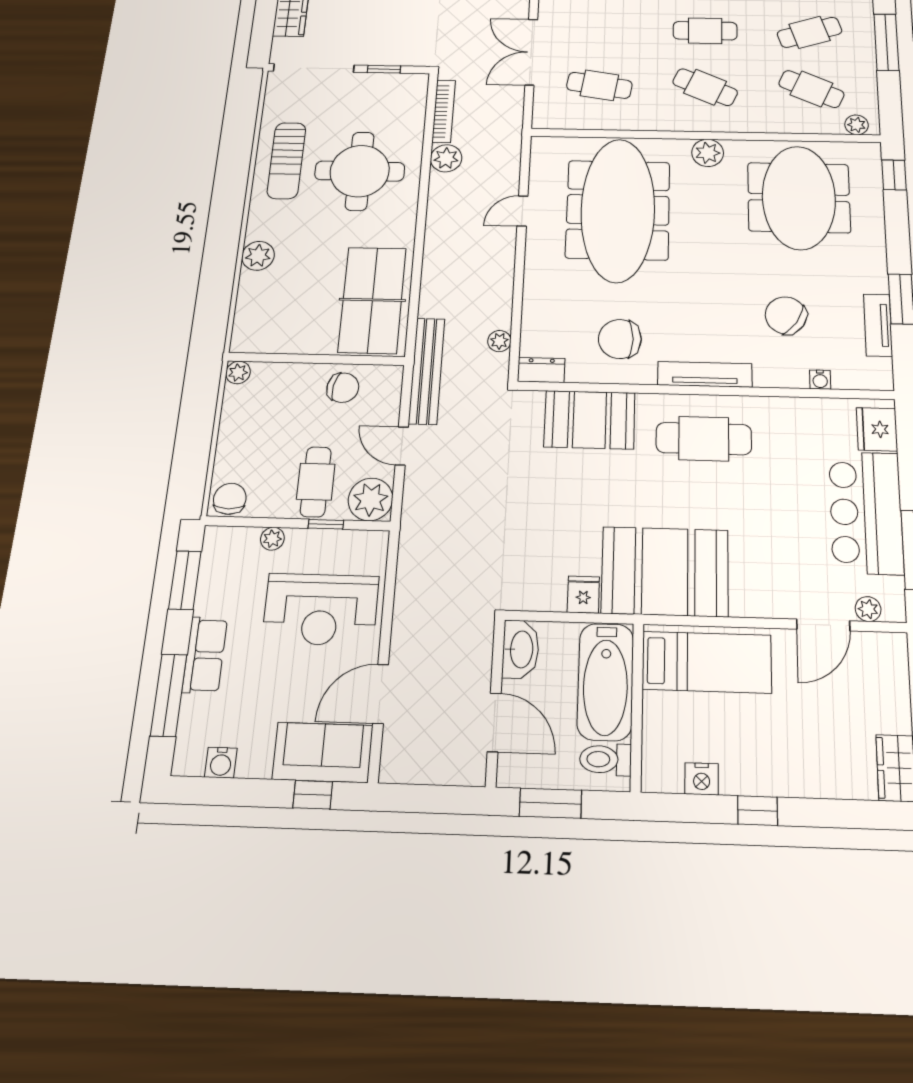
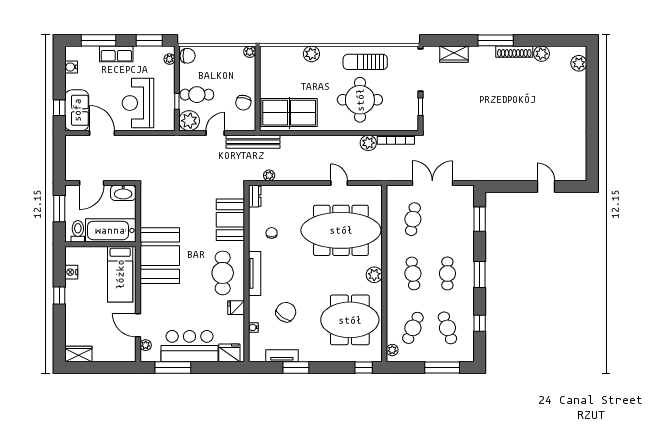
cafe table: (705, 87) -> (413, 273), turned -30
chair: (620, 339) -> (272, 233), width x0.54, depth x0.54
plant: (272, 539) -> (169, 59), moved
fridge: (583, 595) -> (236, 308), moved, turned 180

